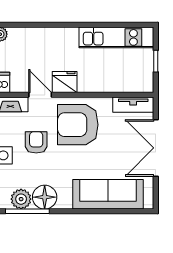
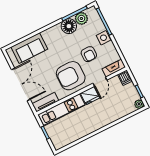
kitchen unit: (116, 37) -> (62, 110), moved, turned 180
door: (40, 95) -> (100, 82), hinge flipped
armchair: (78, 125) -> (71, 76), turned 180
sofa: (108, 194) -> (29, 48), width x0.73

